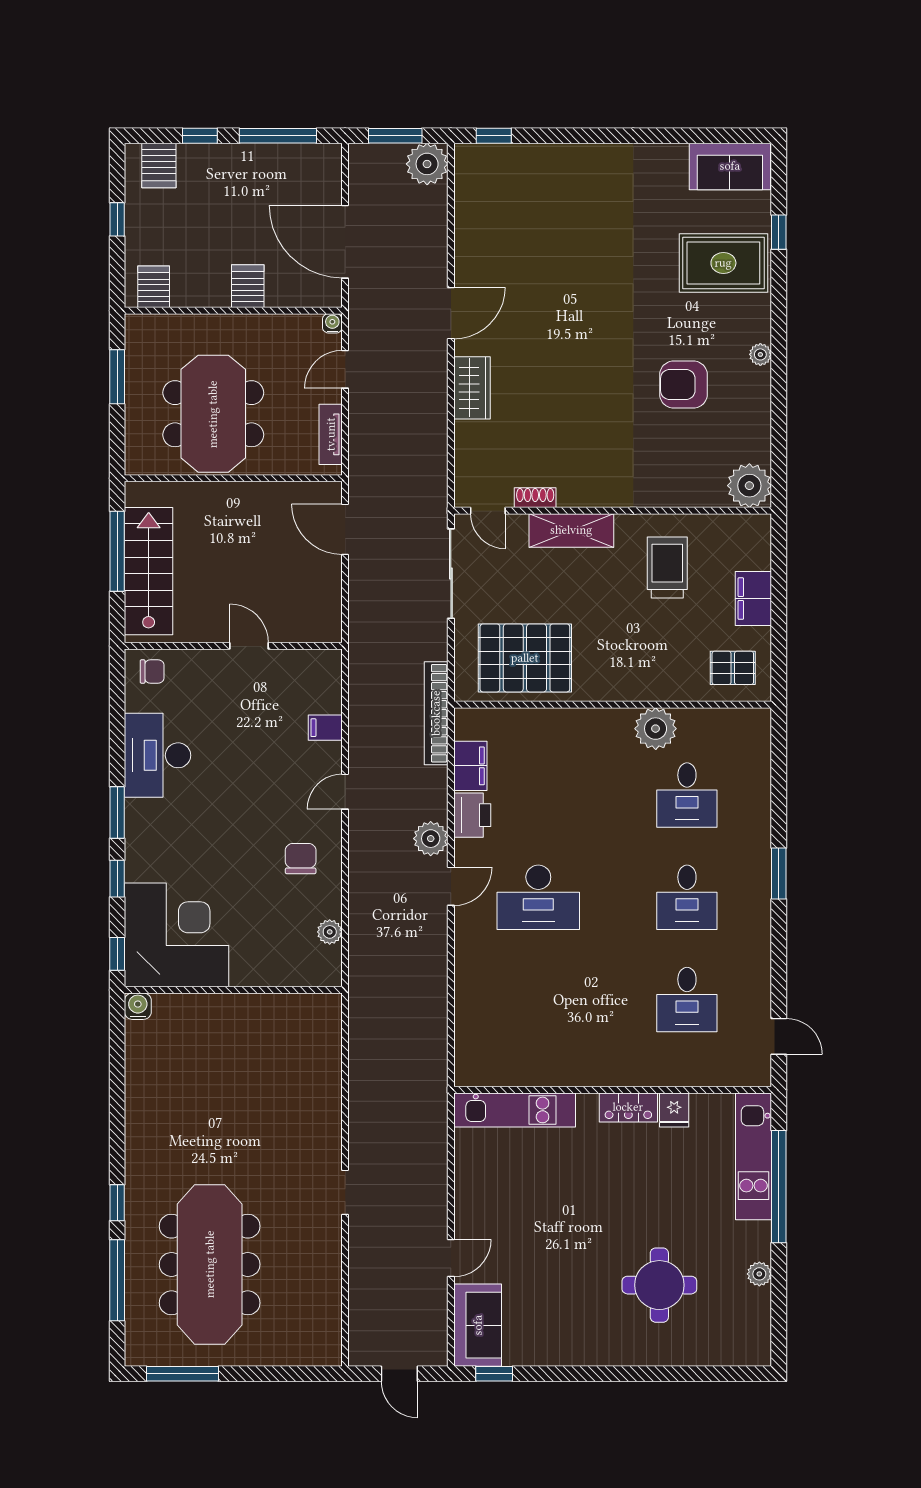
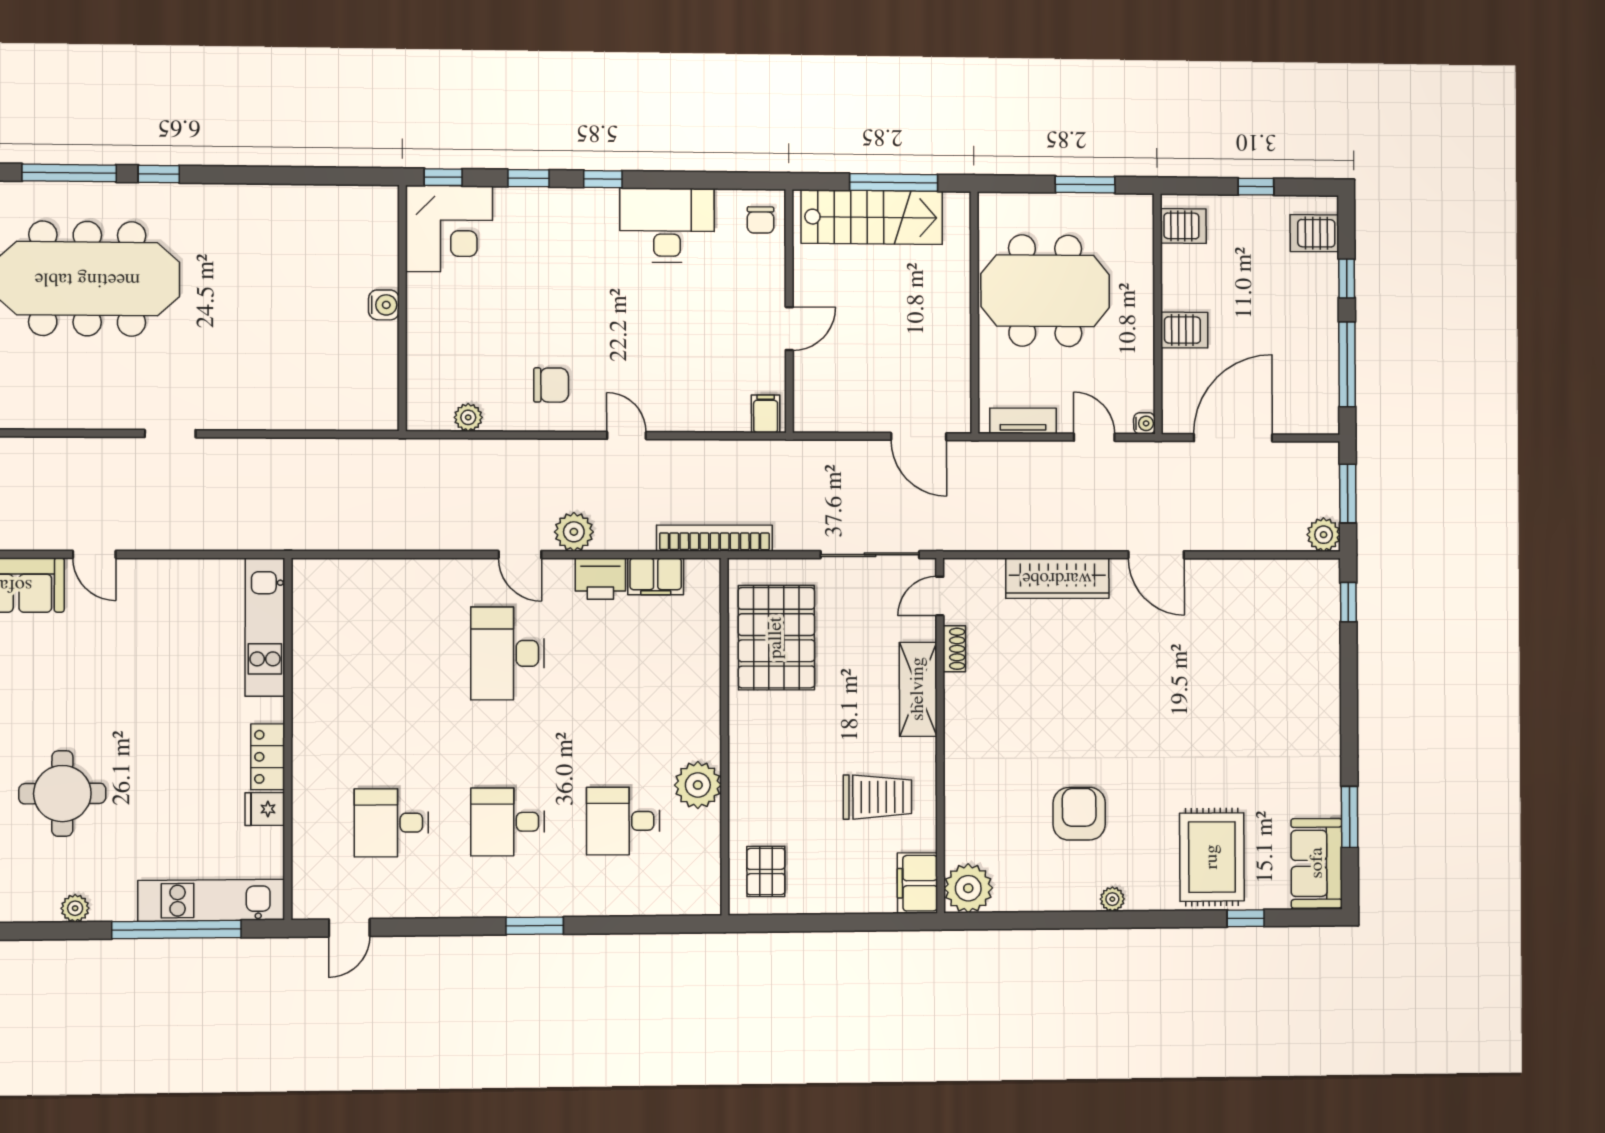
window: (688, 136) -> (1350, 817), added
plant: (427, 164) -> (1324, 535), width x0.73, depth x0.73
wardrobe: (472, 388) -> (1057, 578), width x1.50
door: (345, 529) -> (919, 437), swing flipped
filing cabinet: (753, 599) -> (917, 883), moved, turned -90
filing cabinet: (325, 728) -> (766, 414), moved
window: (117, 812) -> (603, 179), width x0.67
corner desk: (177, 935) -> (449, 229), width x0.74, depth x0.74
water cooler: (138, 1006) -> (384, 305), moved

